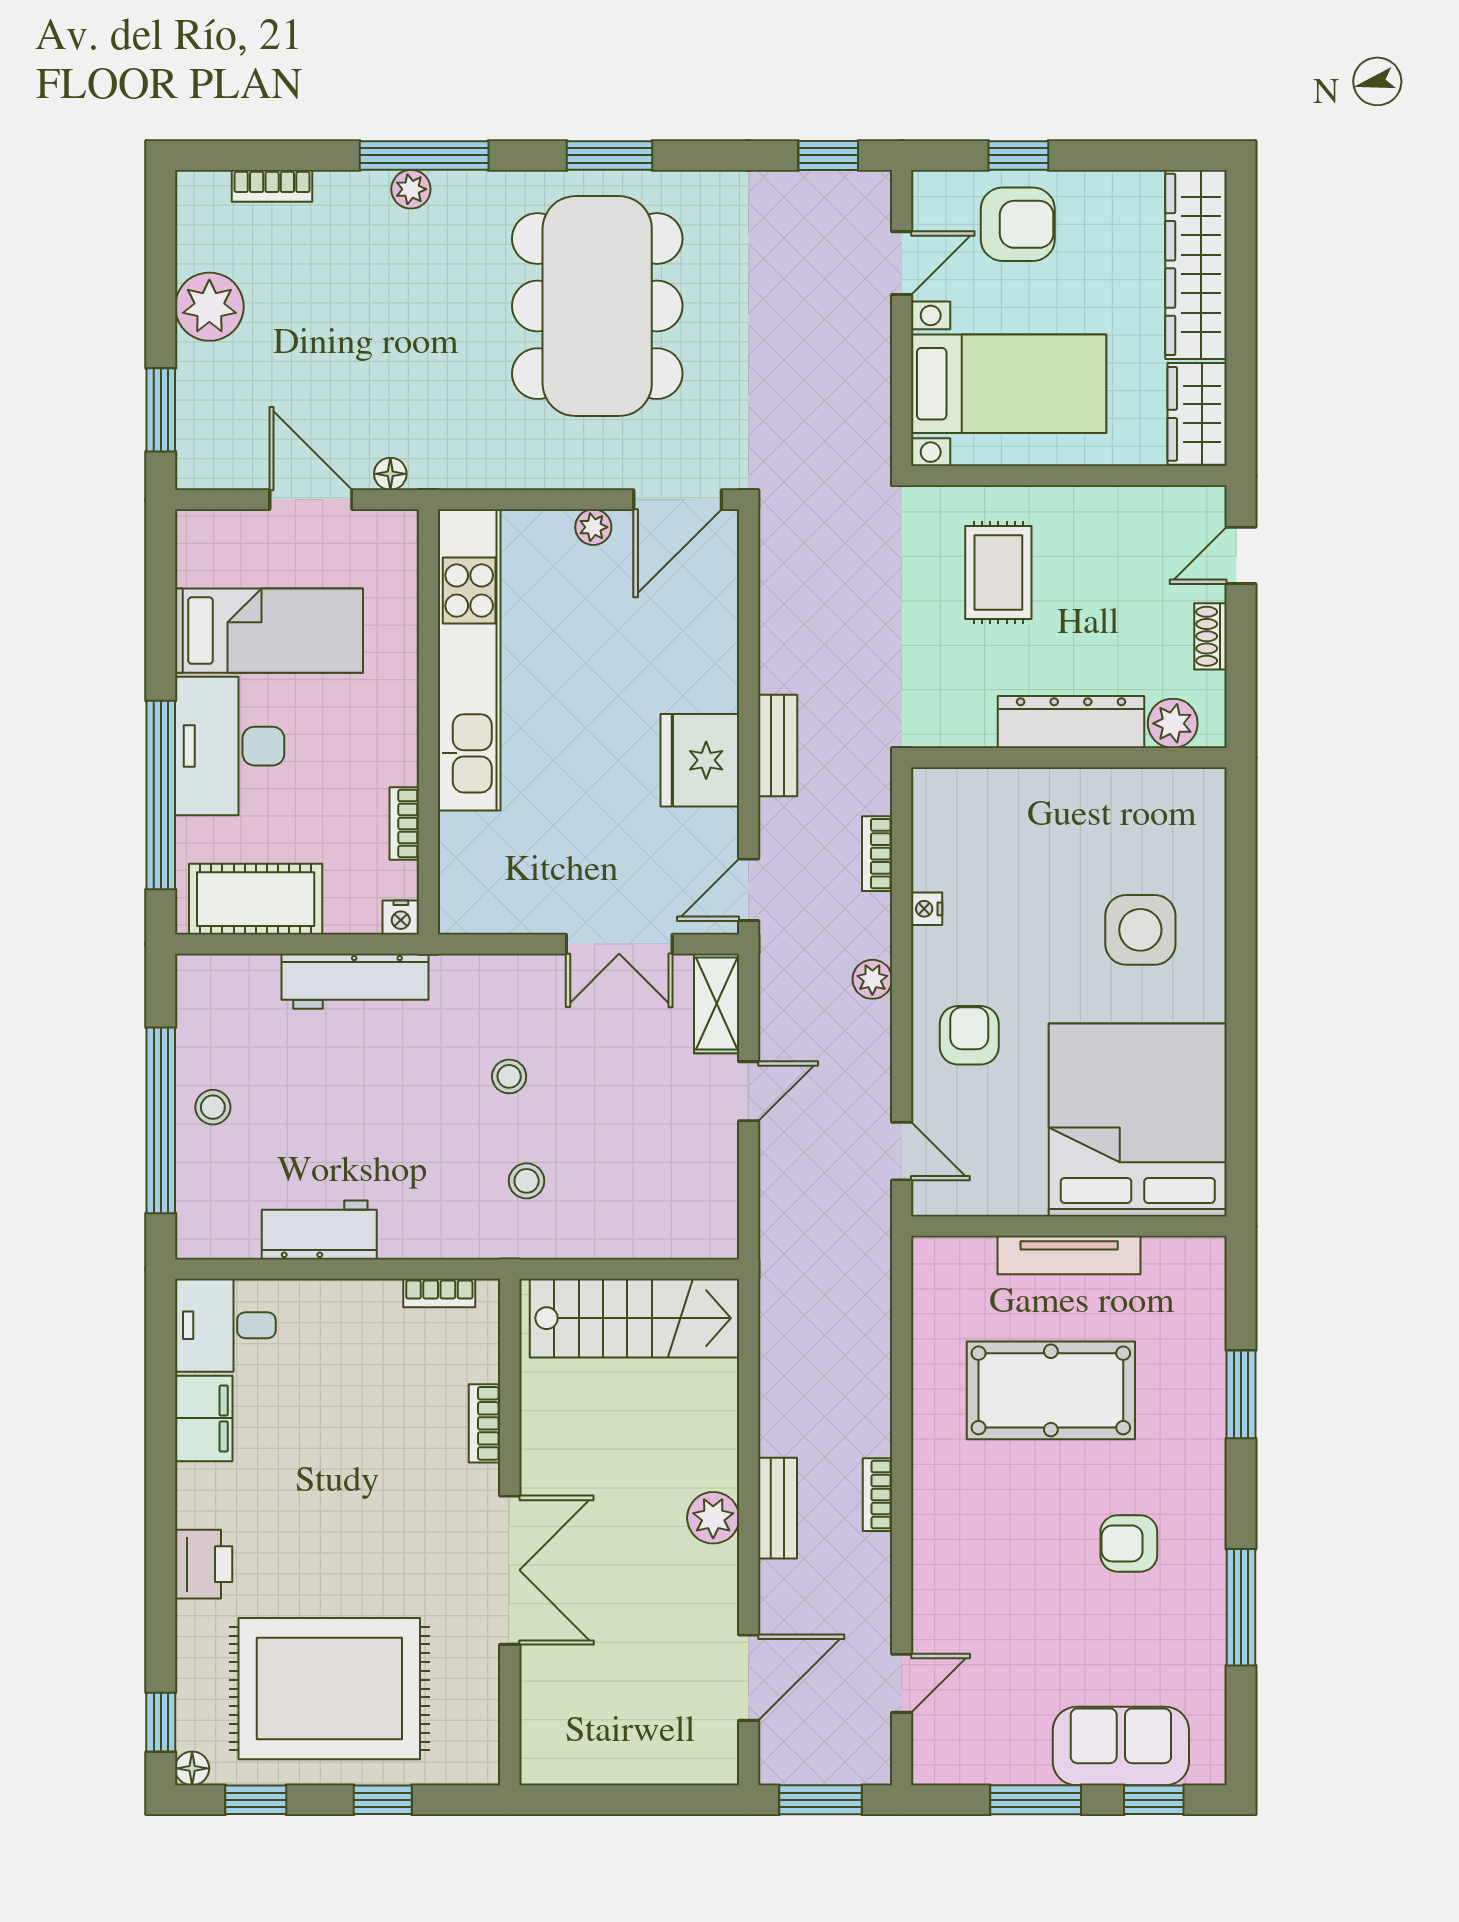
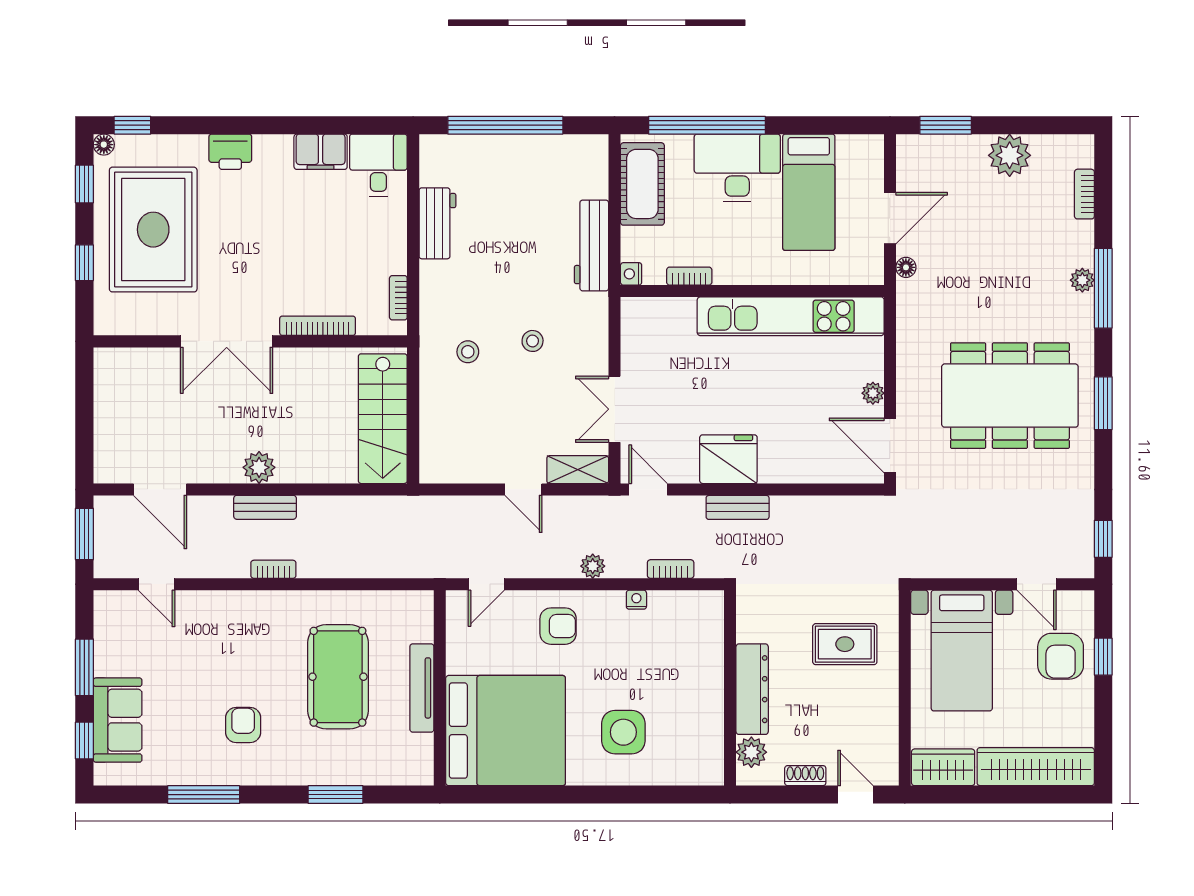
stool: (213, 1107) -> (513, 157), removed
bookcase: (484, 1423) -> (318, 326), width x1.56

